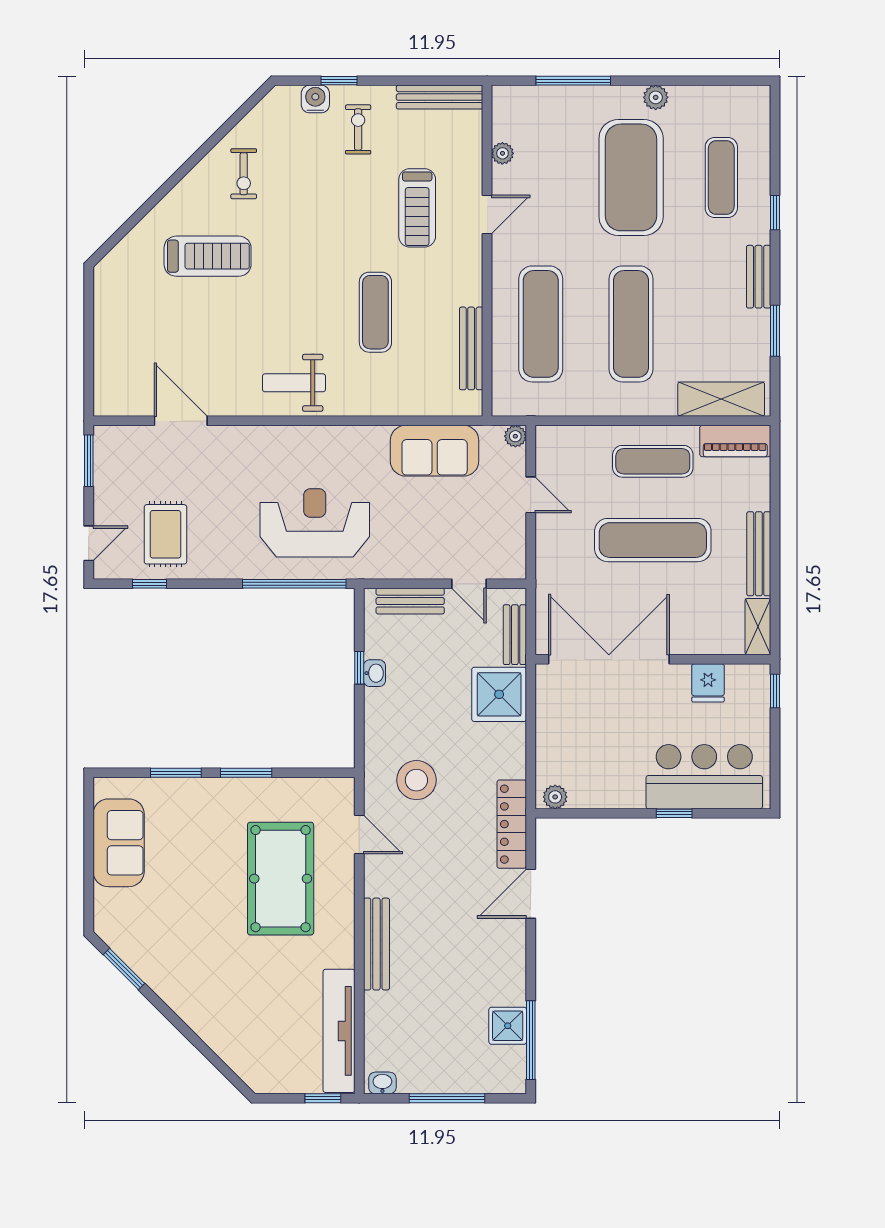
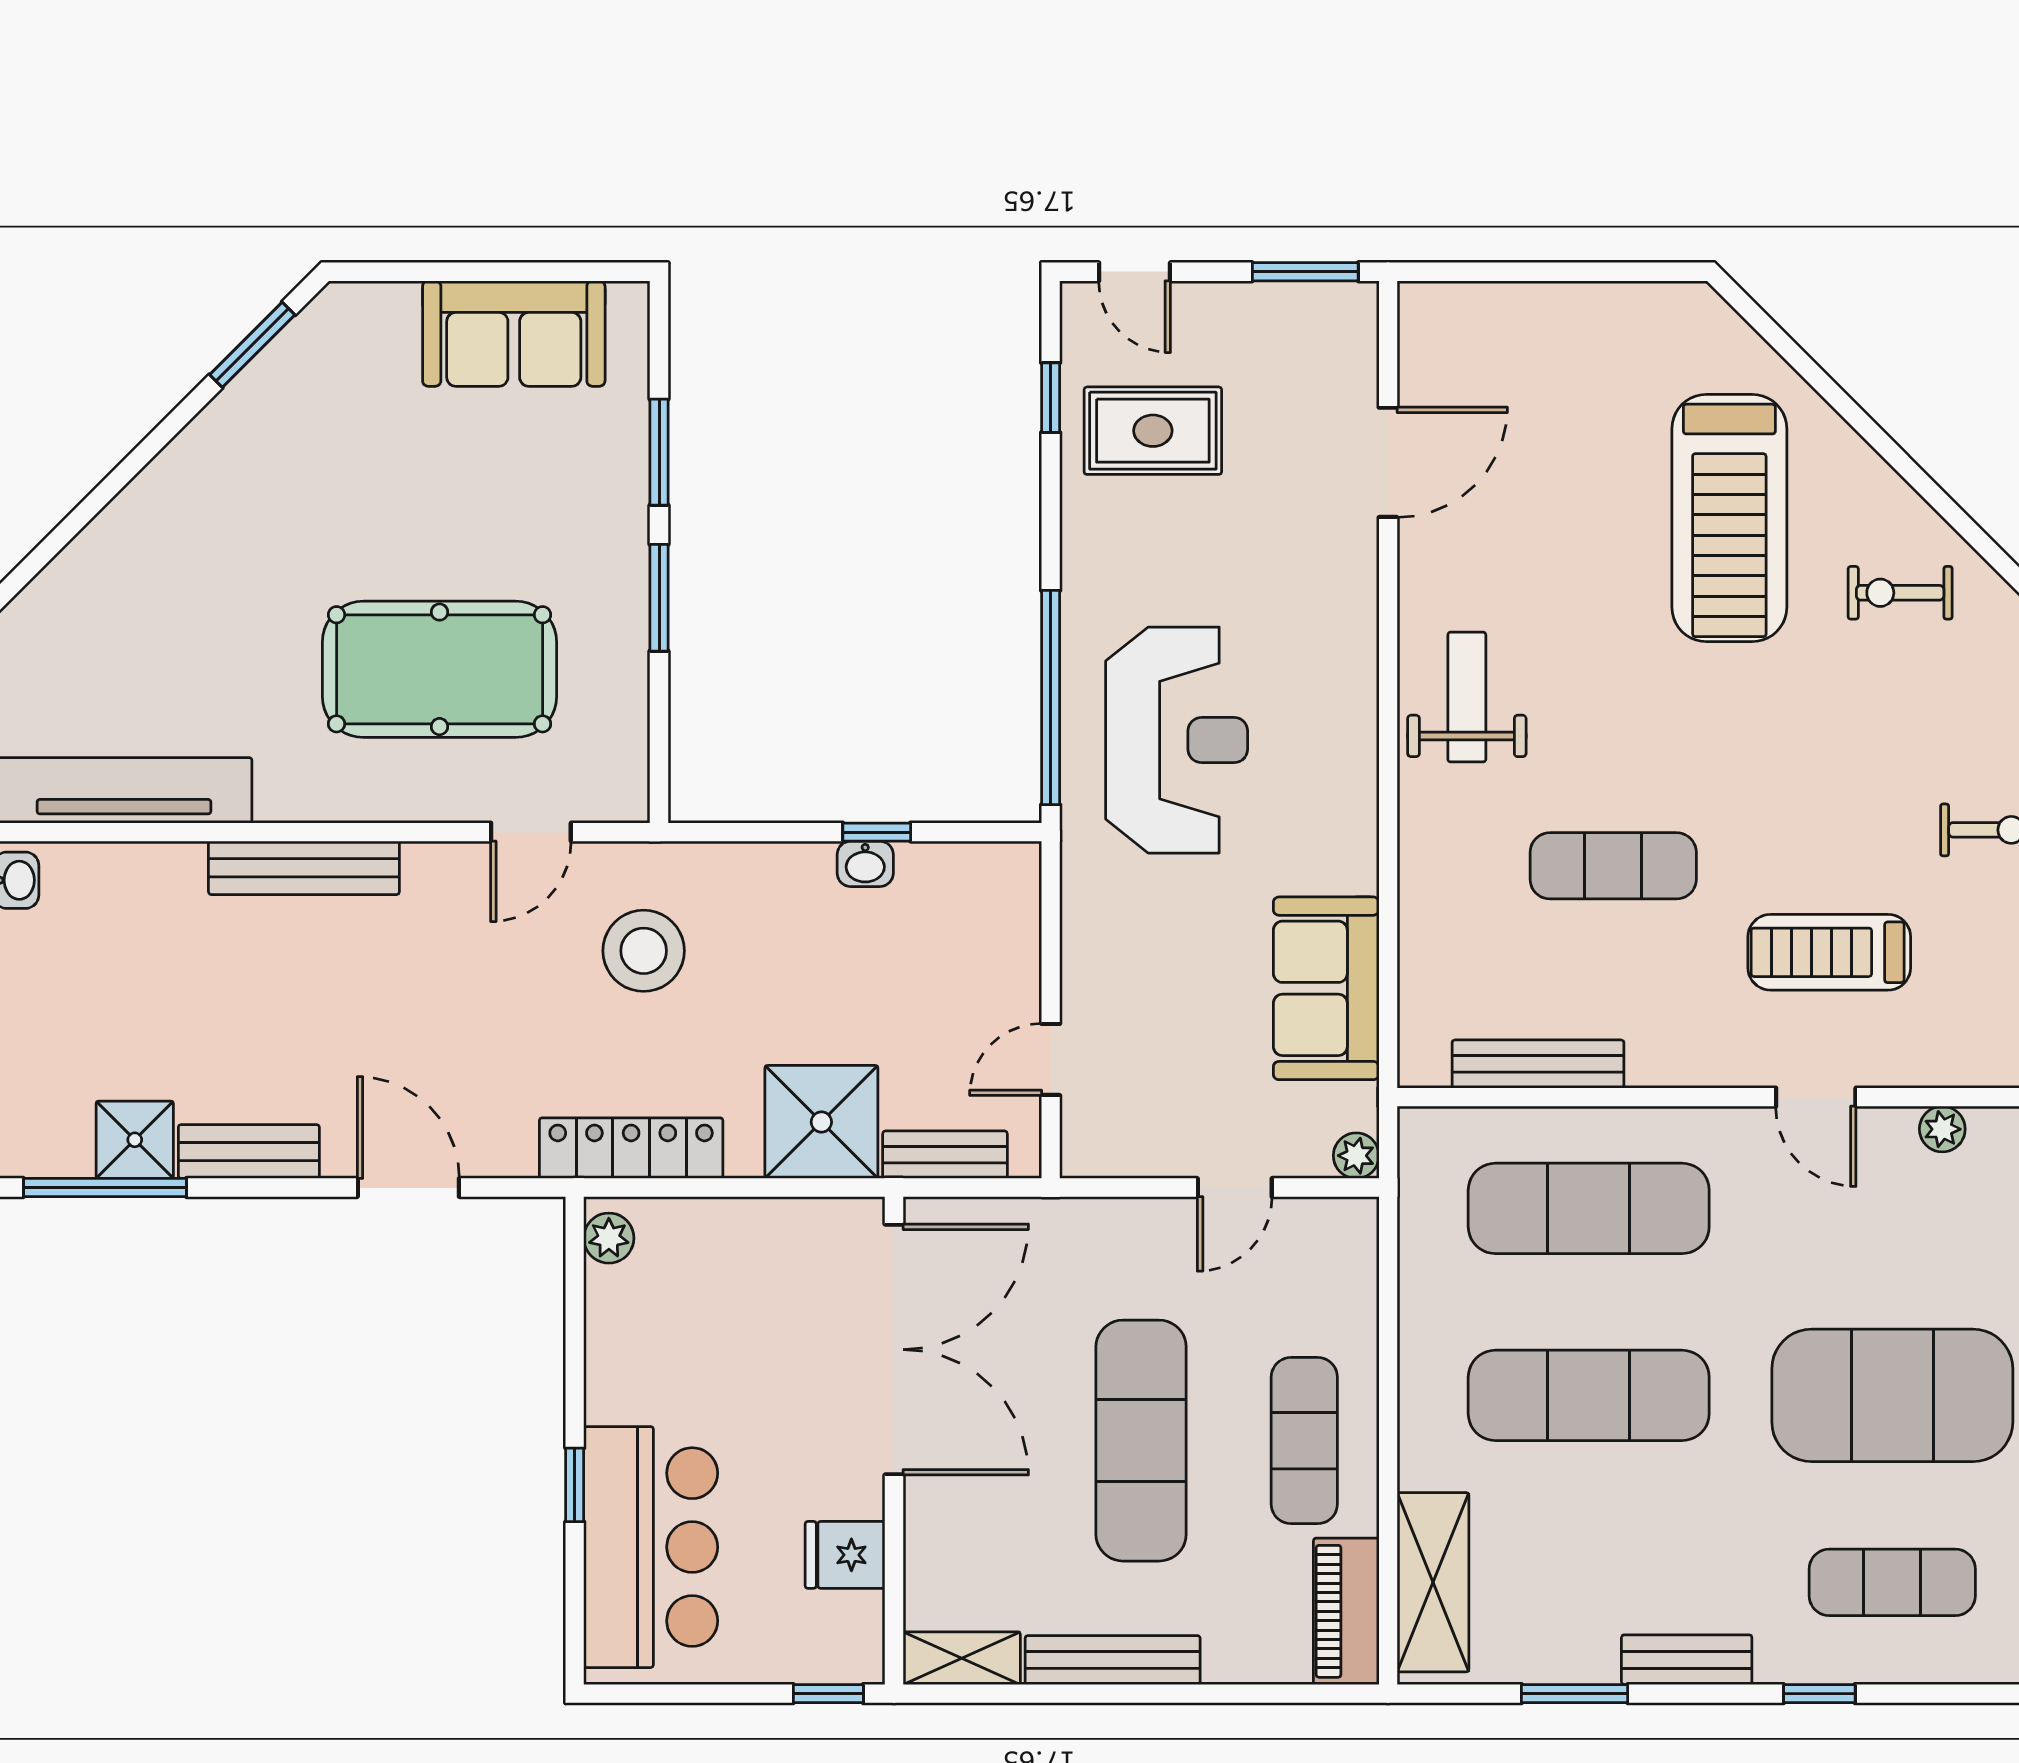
treadmill: (208, 256) -> (1729, 518), width x1.37, depth x1.38
bench: (410, 601) -> (249, 1152), moved, turned 90
locker: (512, 824) -> (631, 1148), moved

